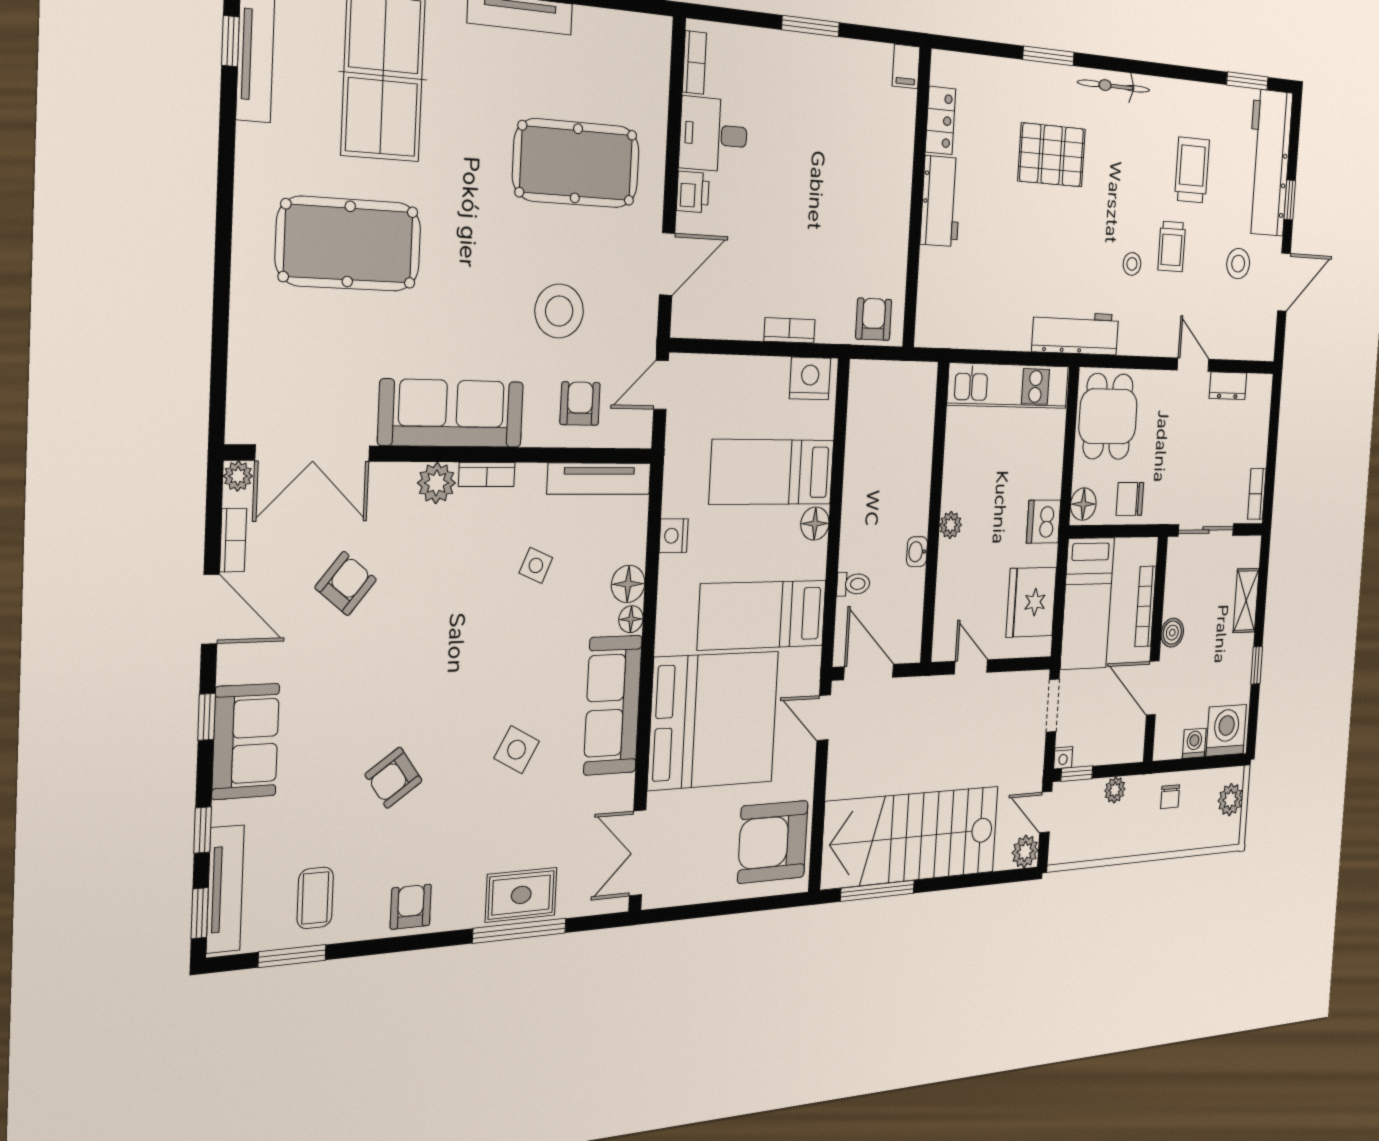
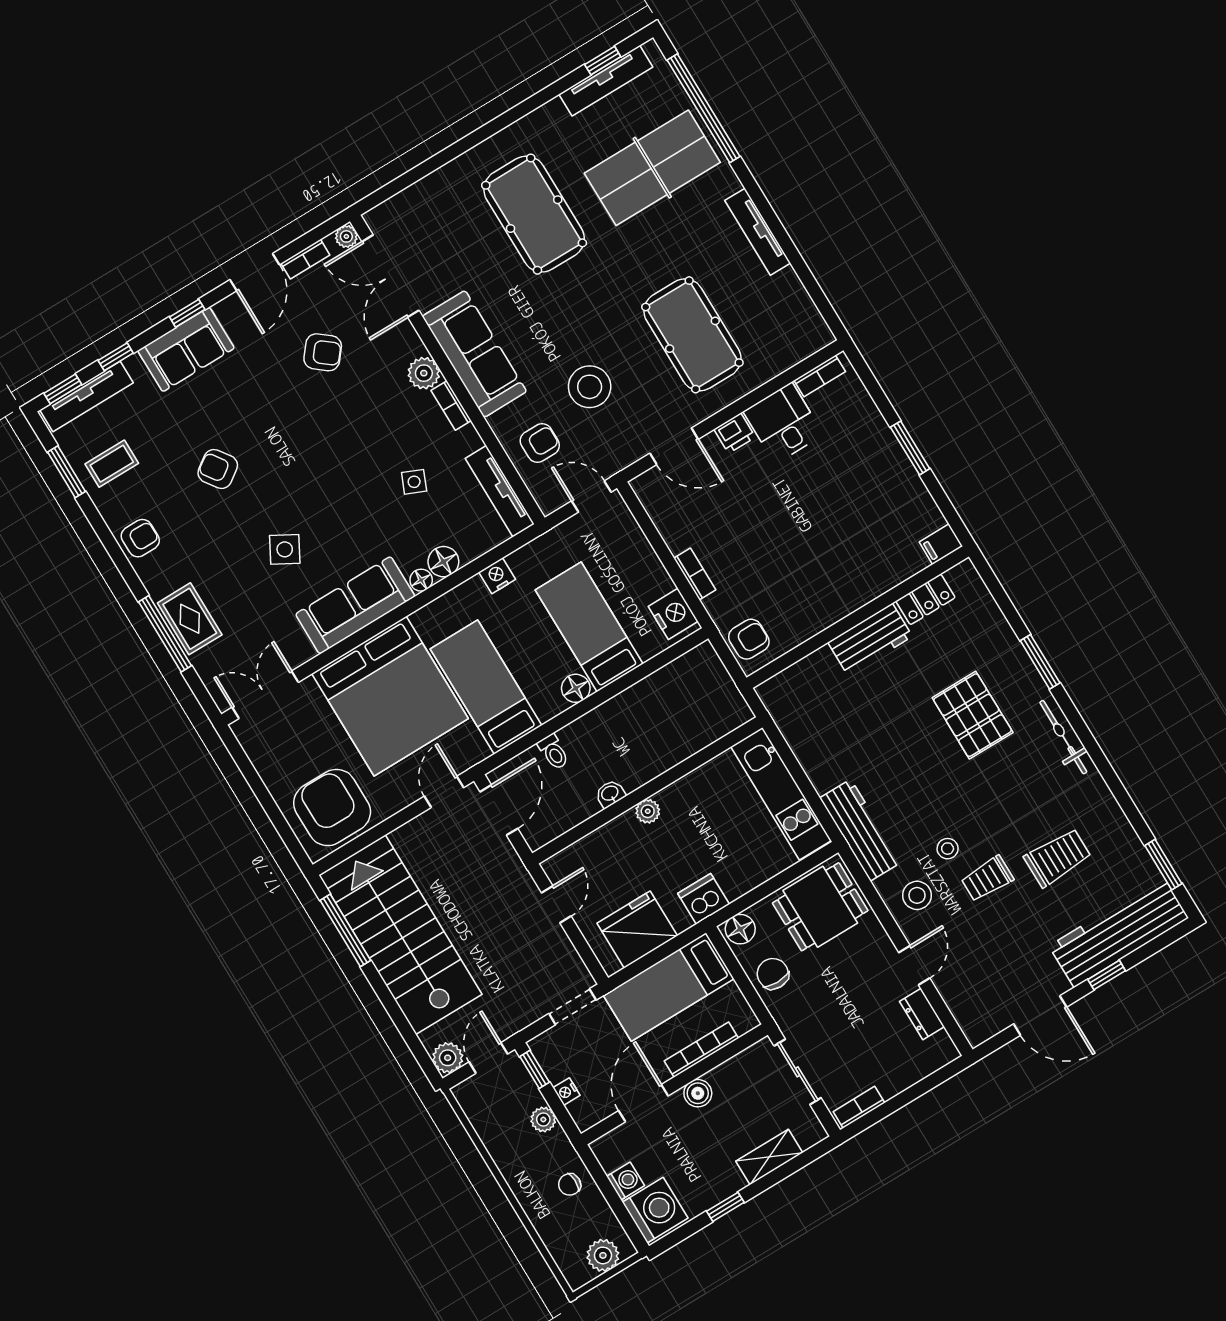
stool: (1238, 264) -> (917, 895), moved
nightstand: (1063, 758) -> (566, 1092), moved

